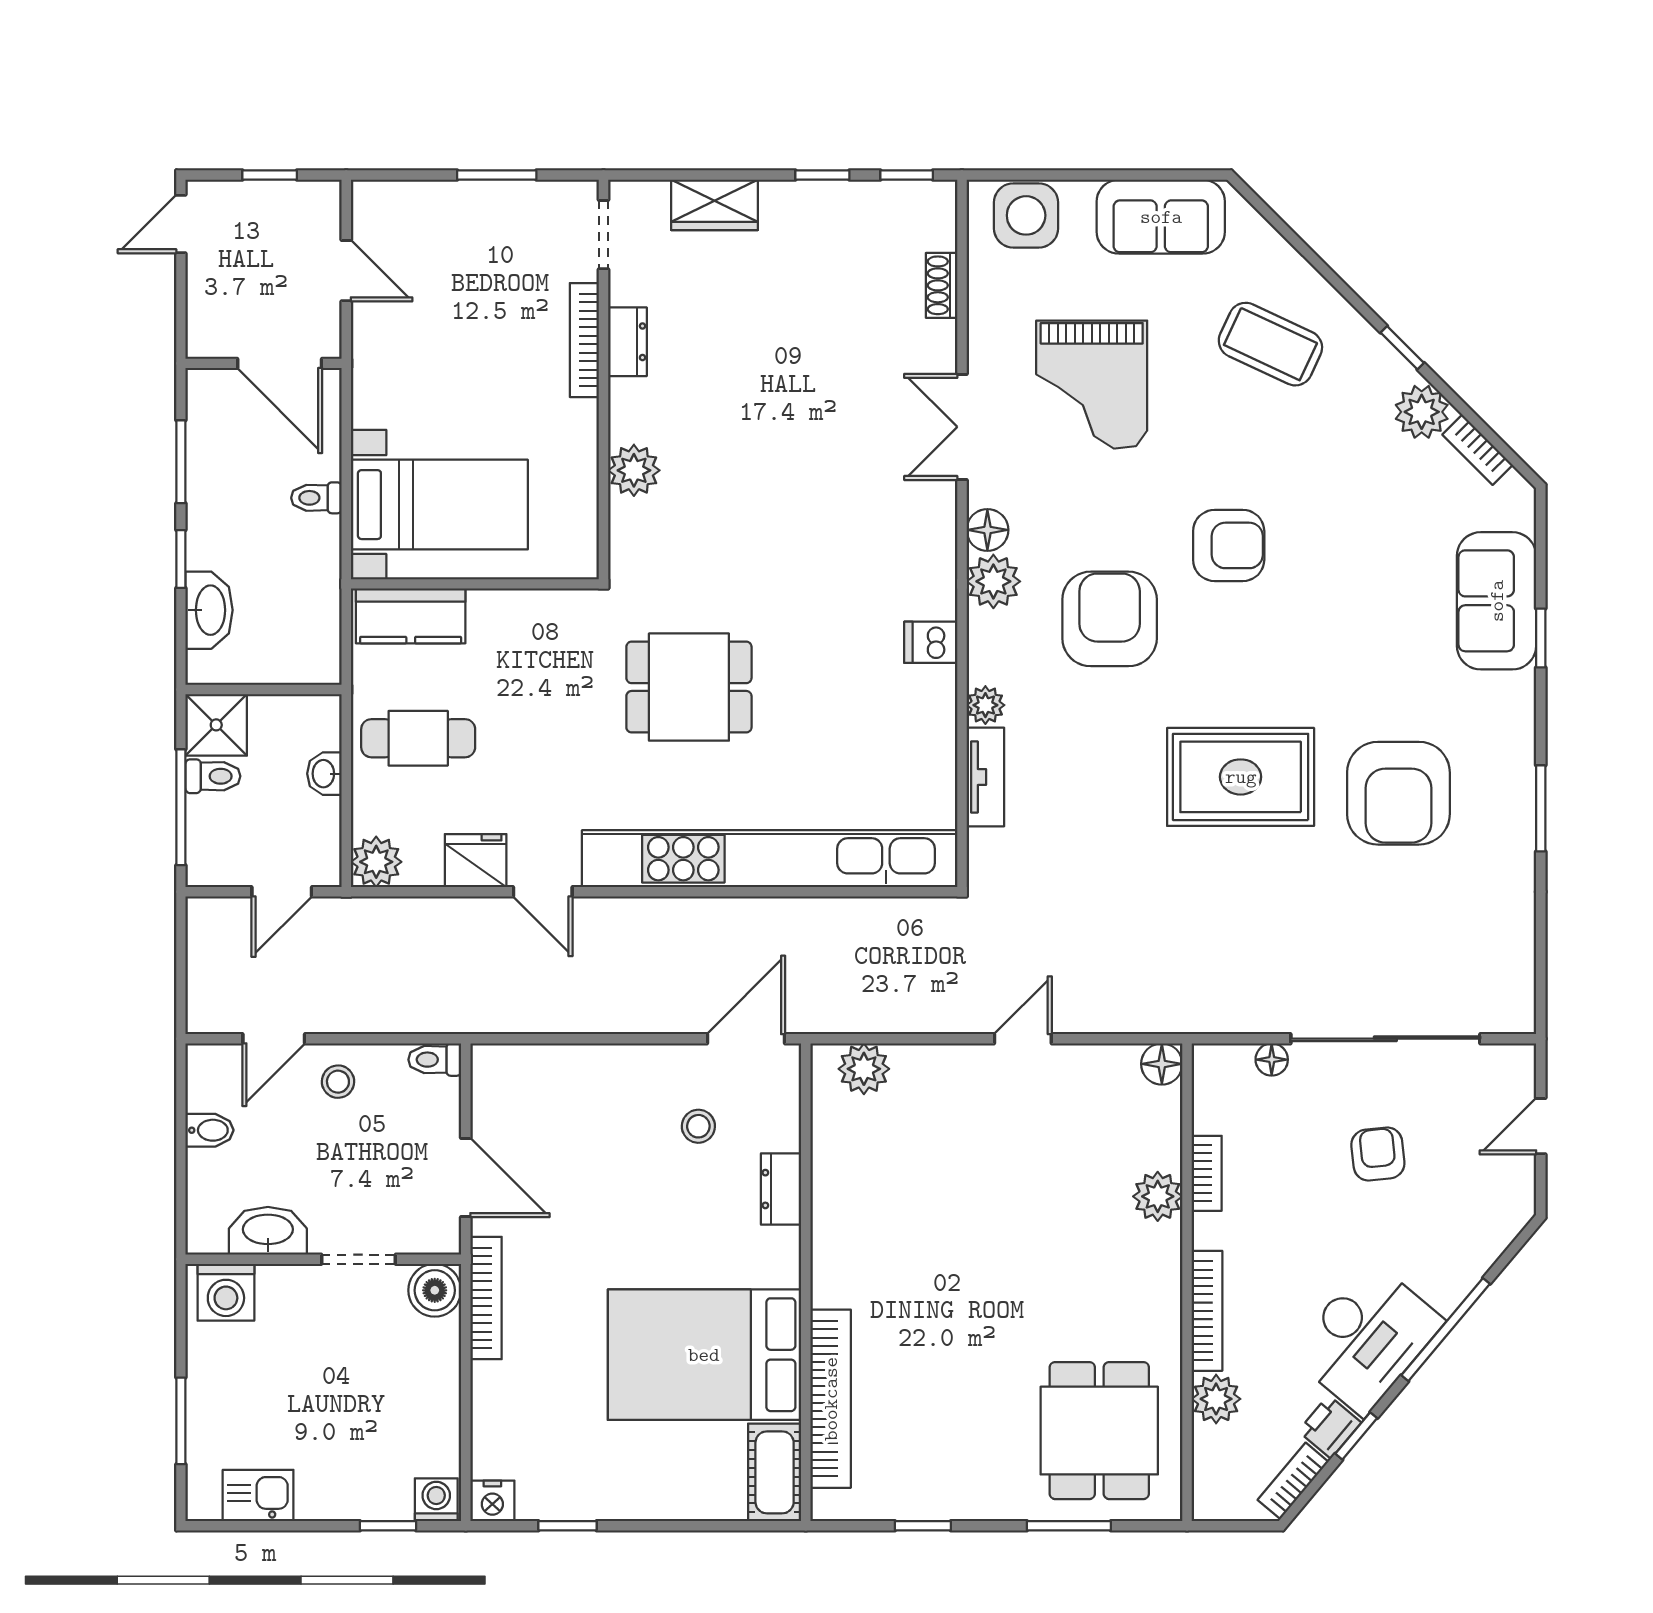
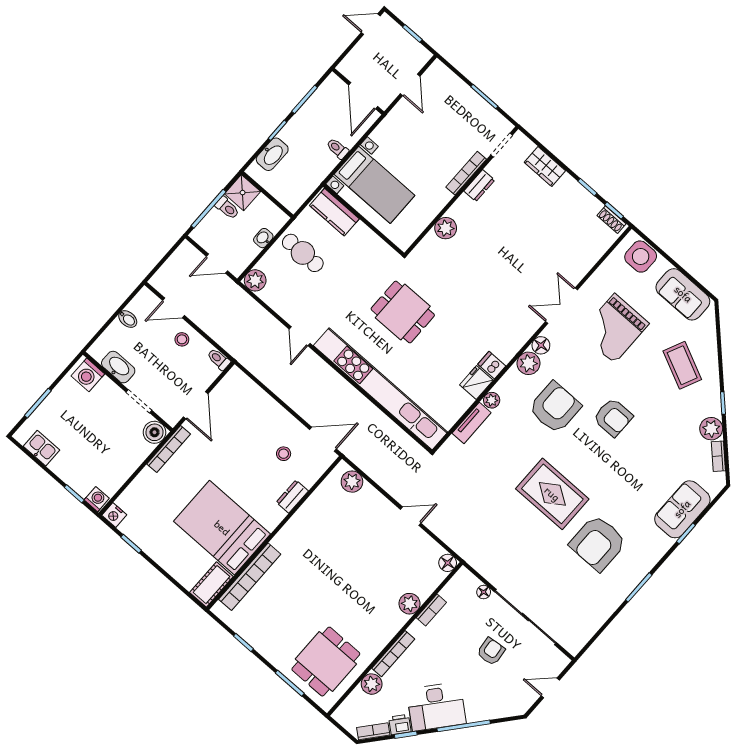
shoe rack: (942, 285) -> (611, 220), moved, turned -90
fridge: (476, 861) -> (476, 383), moved, turned -90

